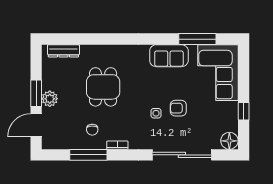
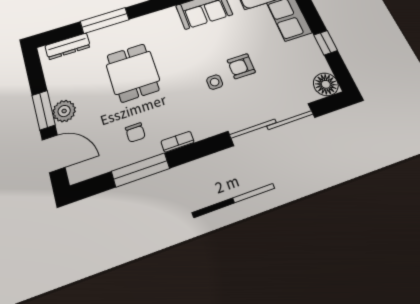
window: (95, 39) -> (105, 20), added
door: (36, 125) -> (53, 153), swing flipped

